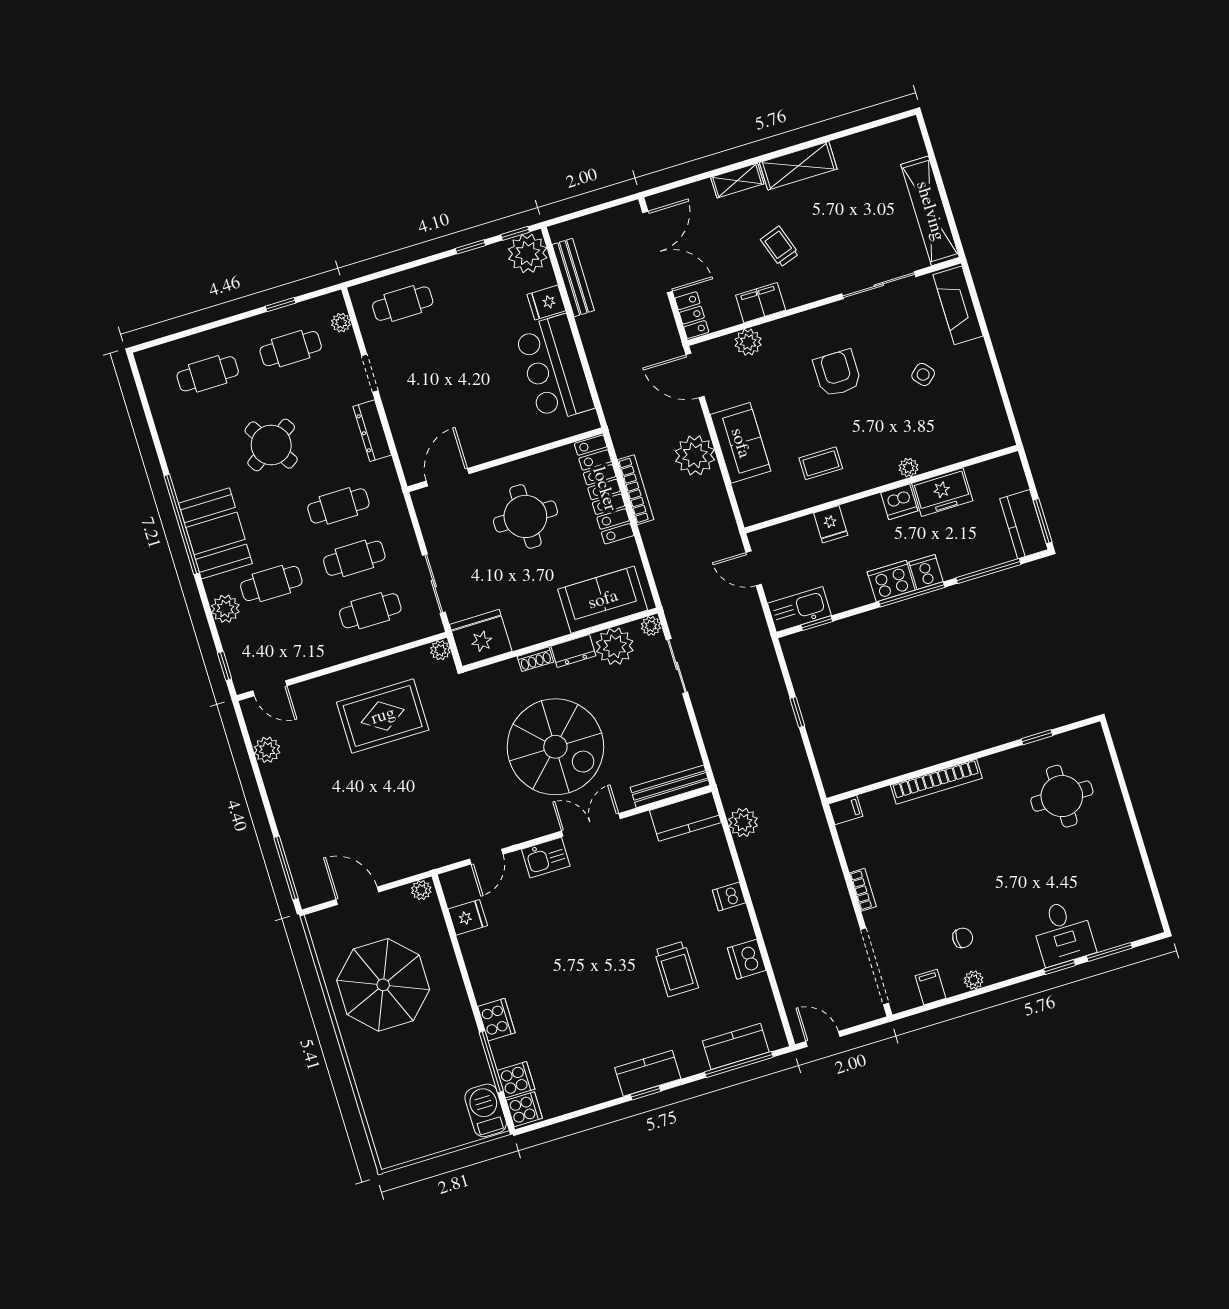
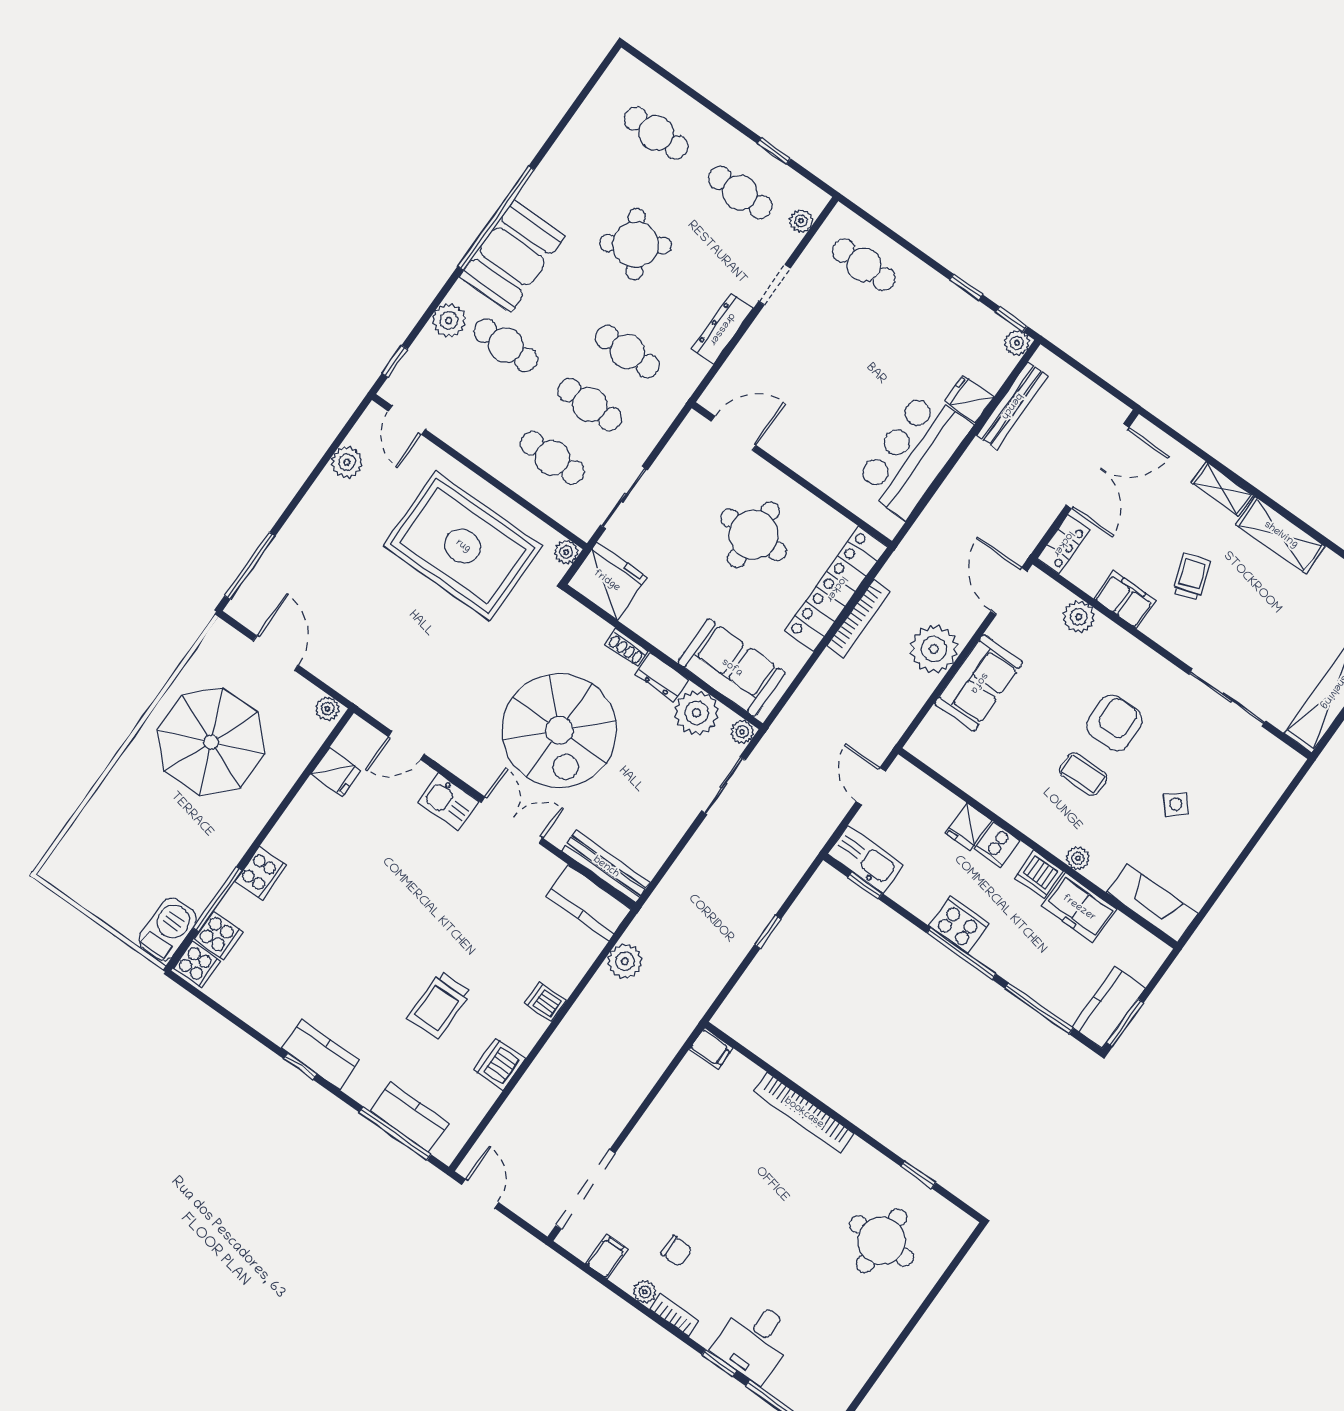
plant: (528, 253) -> (1017, 343), width x0.53, depth x0.53
fireplace: (958, 305) -> (1152, 903), moved, turned 90
coffee table: (821, 463) -> (1083, 774), moved
cooker: (926, 572) -> (997, 845), moved, turned 180
rug: (383, 716) -> (463, 546), width x1.37, depth x1.44
bookcase: (863, 890) -> (674, 1315), moved, turned -90

